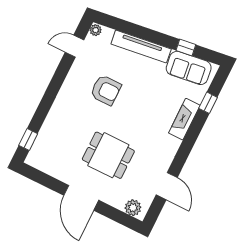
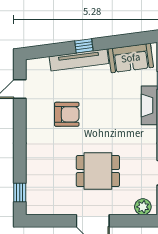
plant: (96, 30) -> (31, 65), removed
window: (186, 48) -> (84, 46), moved

